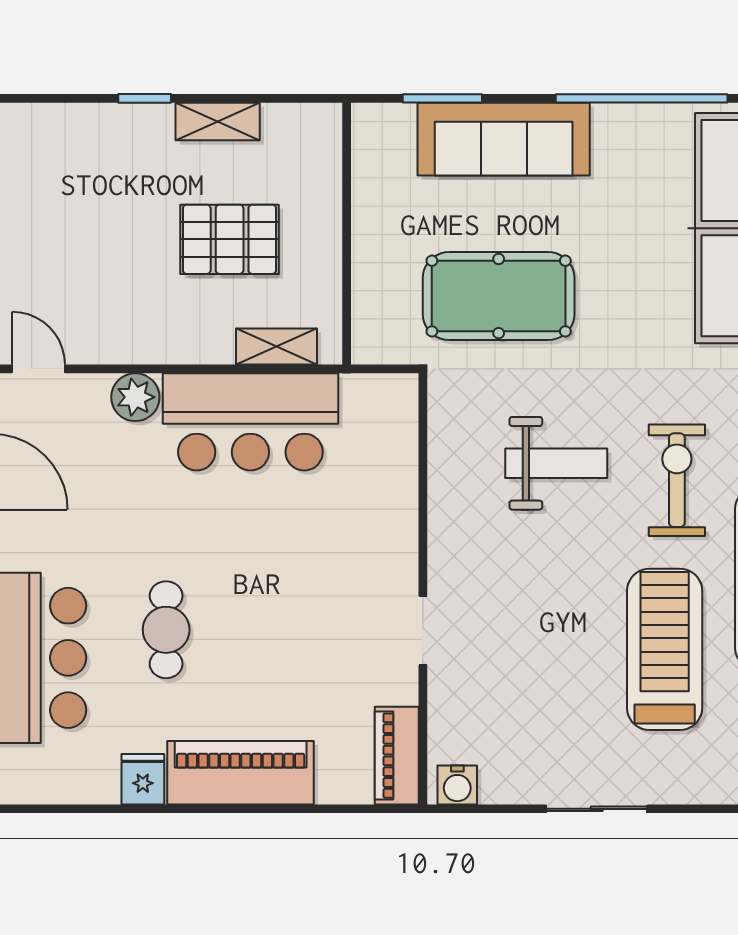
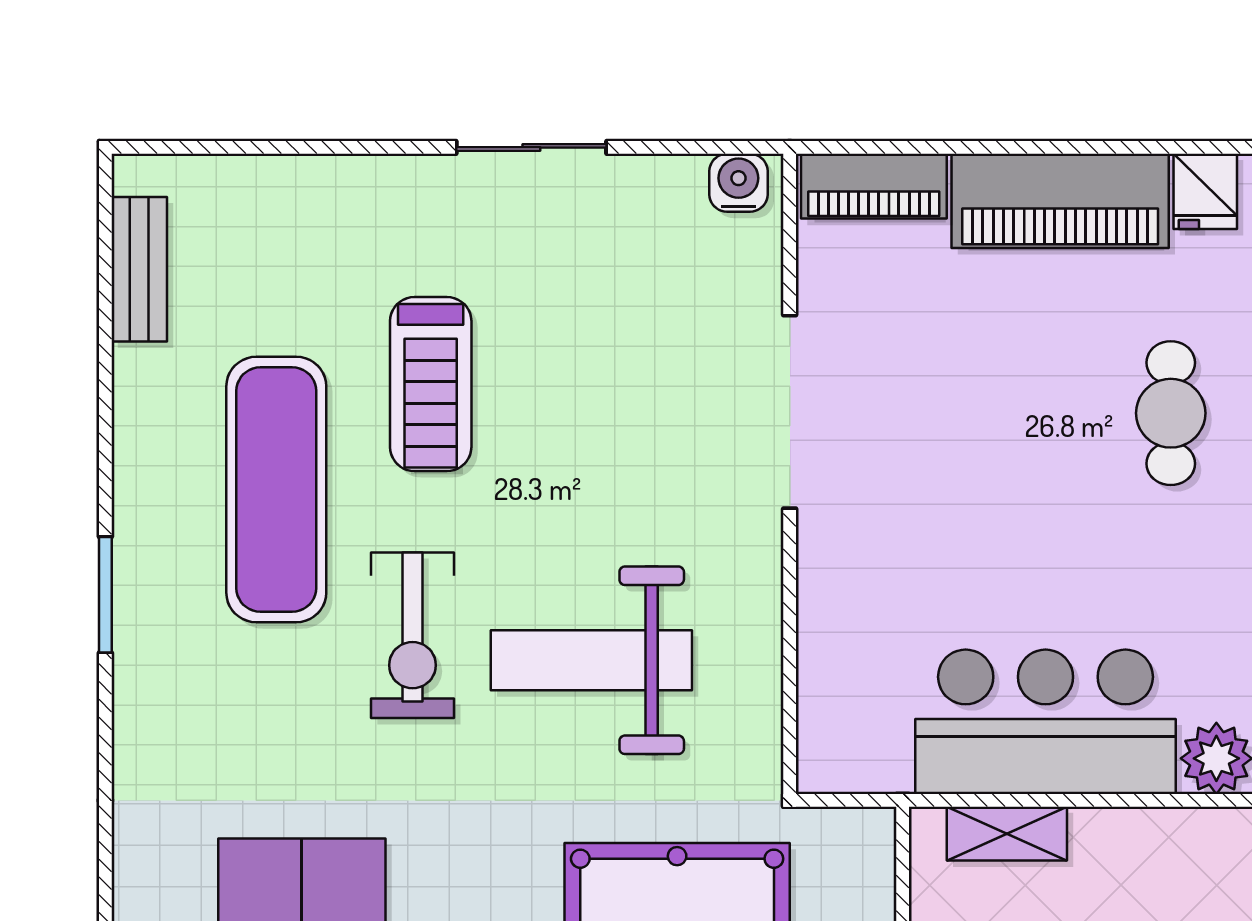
weight bench: (556, 463) -> (591, 660), width x1.36, depth x1.33
doorway: (423, 631) -> (790, 412), width x1.88
treadmill: (665, 649) -> (431, 384), width x0.73, depth x0.73
piano: (397, 756) -> (874, 186), moved, turned 90

